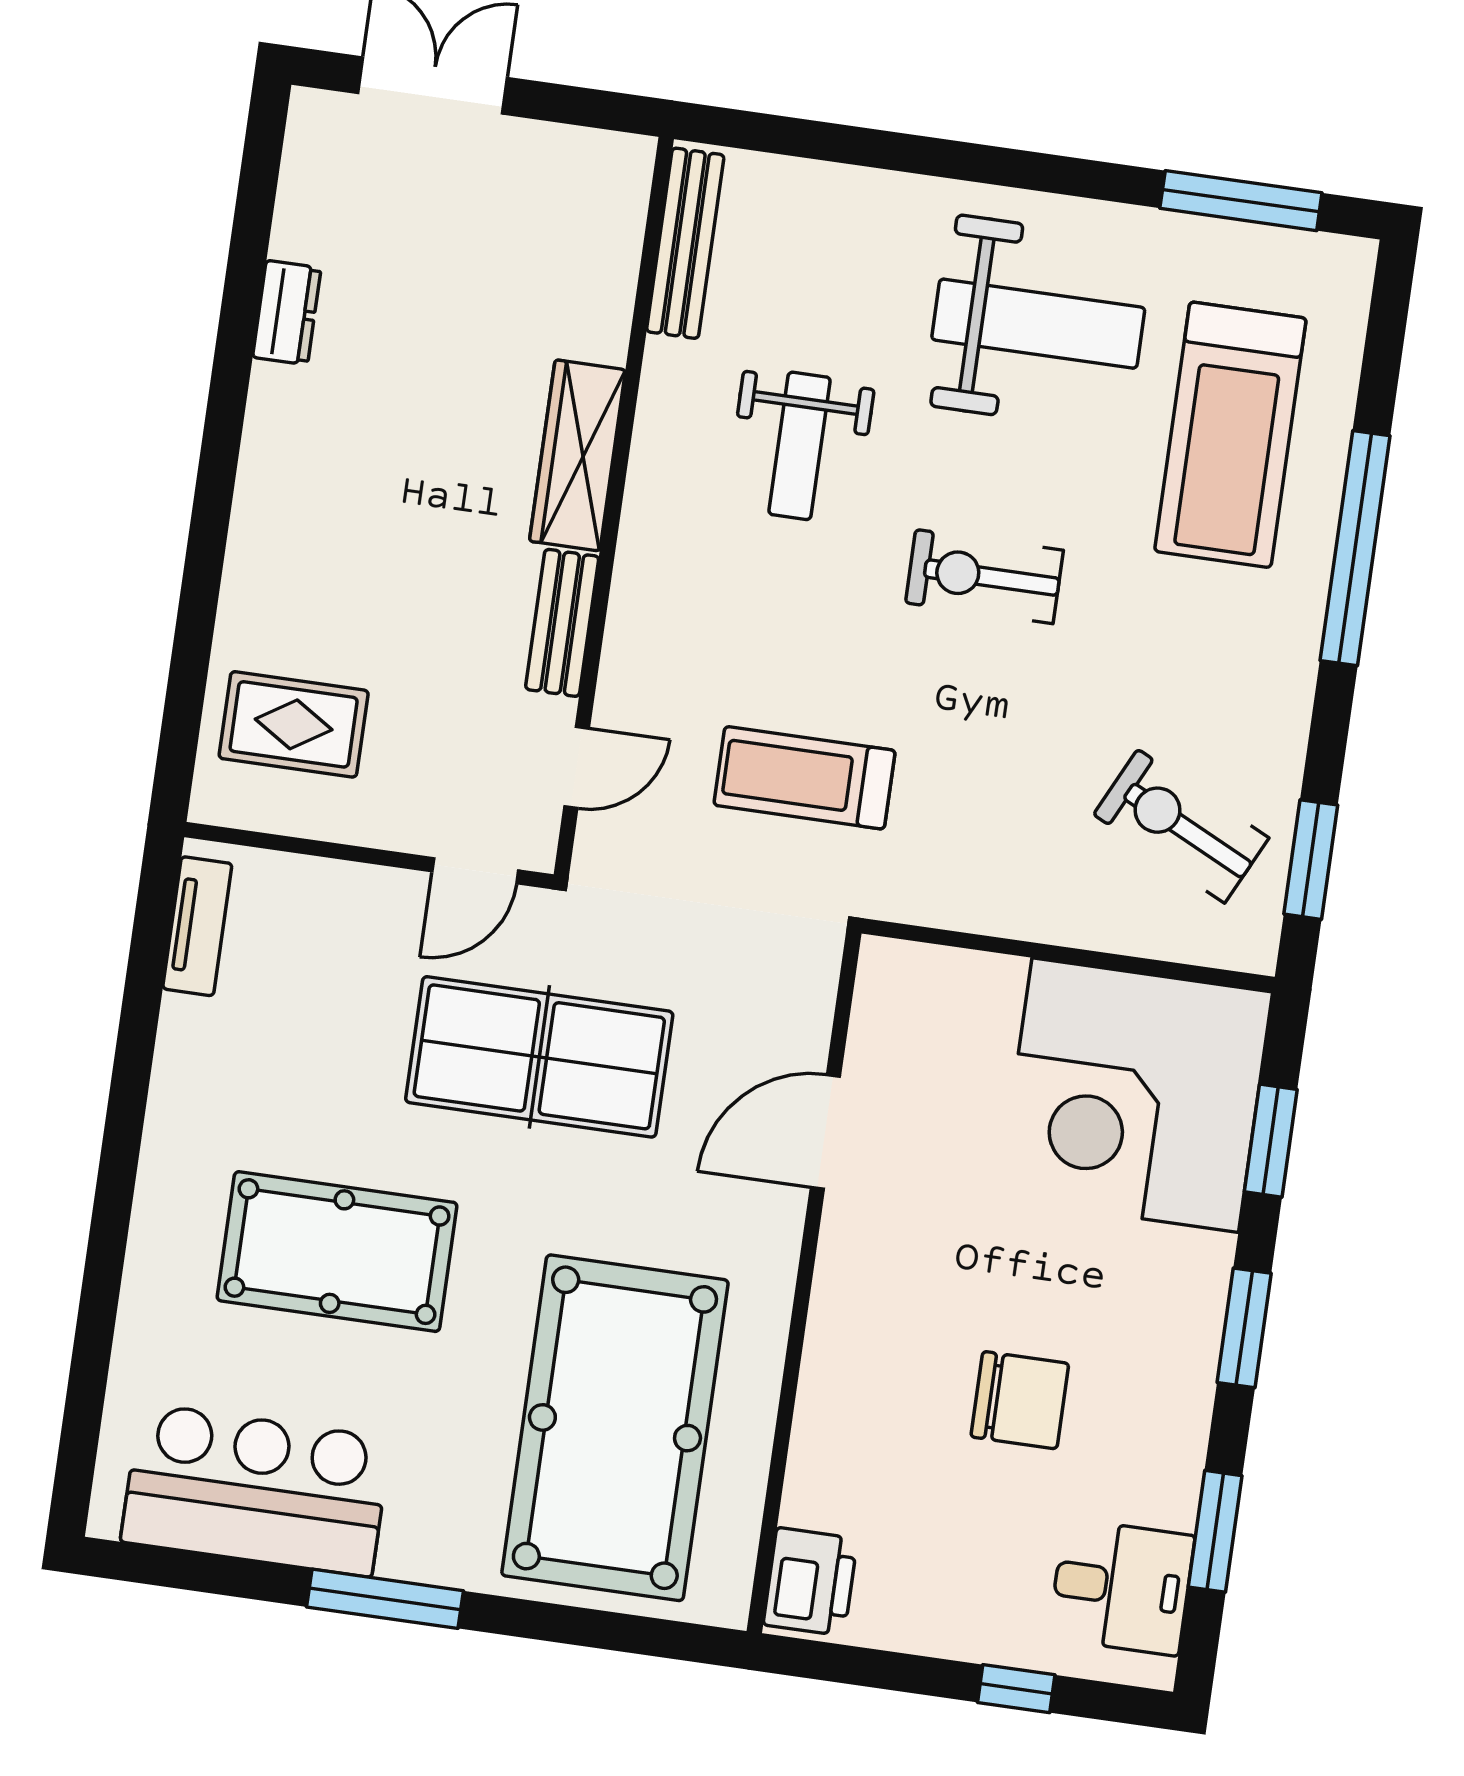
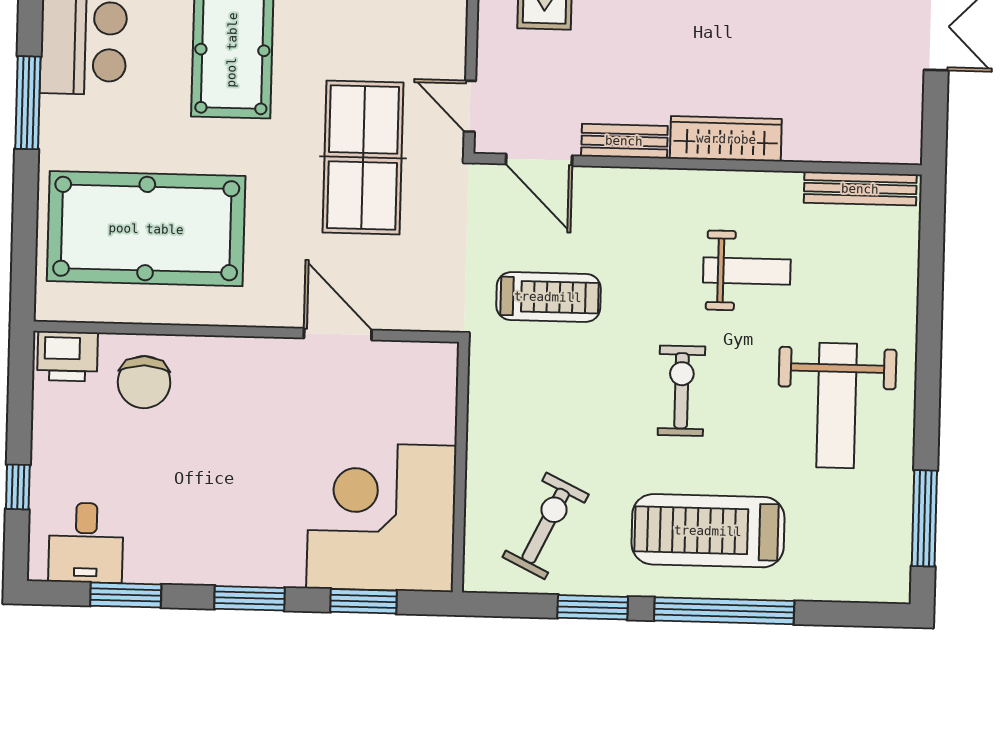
treadmill: (1230, 435) -> (708, 531), moved
weight bench: (800, 446) -> (747, 271), turned 180
door: (577, 767) -> (539, 160), width x1.38
treadmill: (805, 778) -> (548, 297), turned 90
window: (1311, 860) -> (593, 607), moved
chair: (1020, 1400) -> (144, 382), moved

